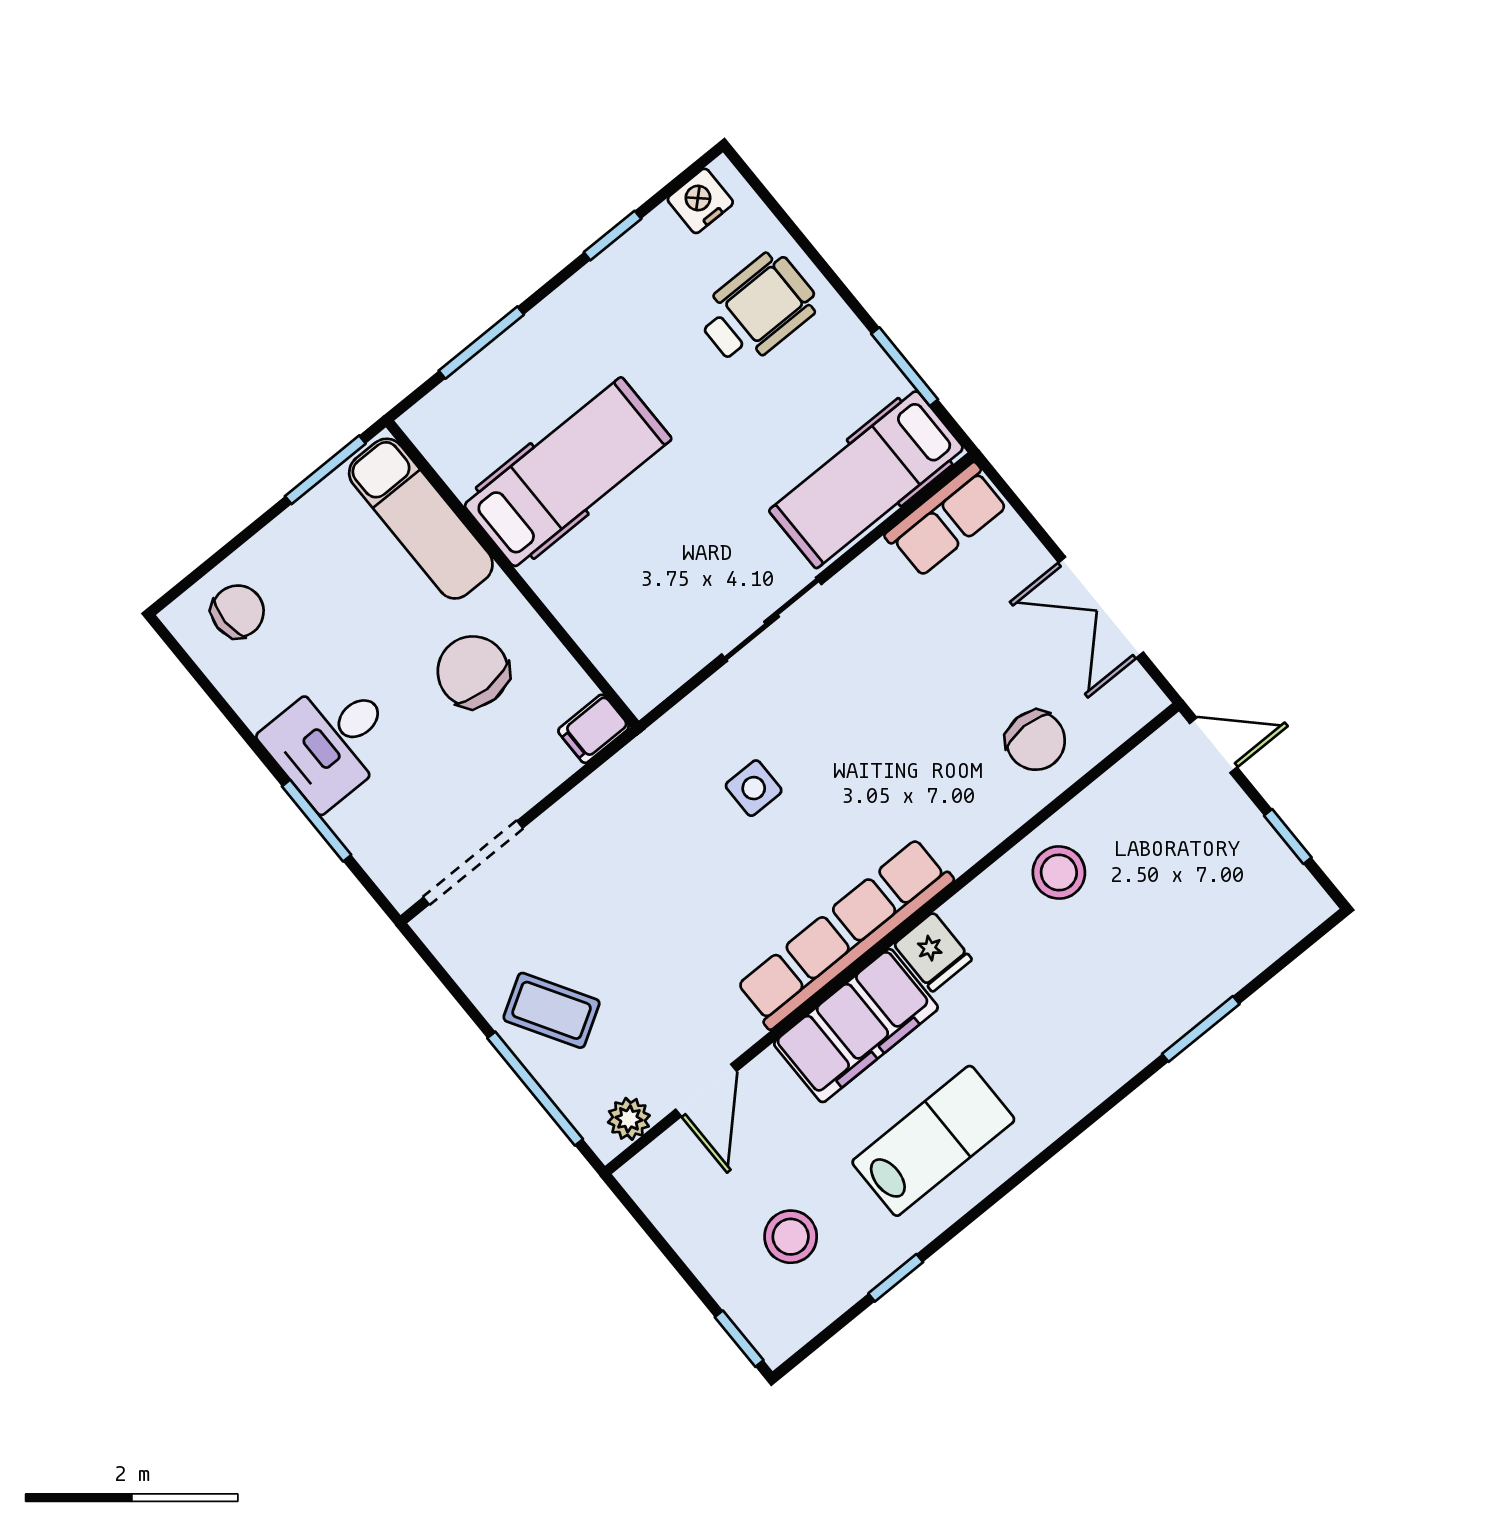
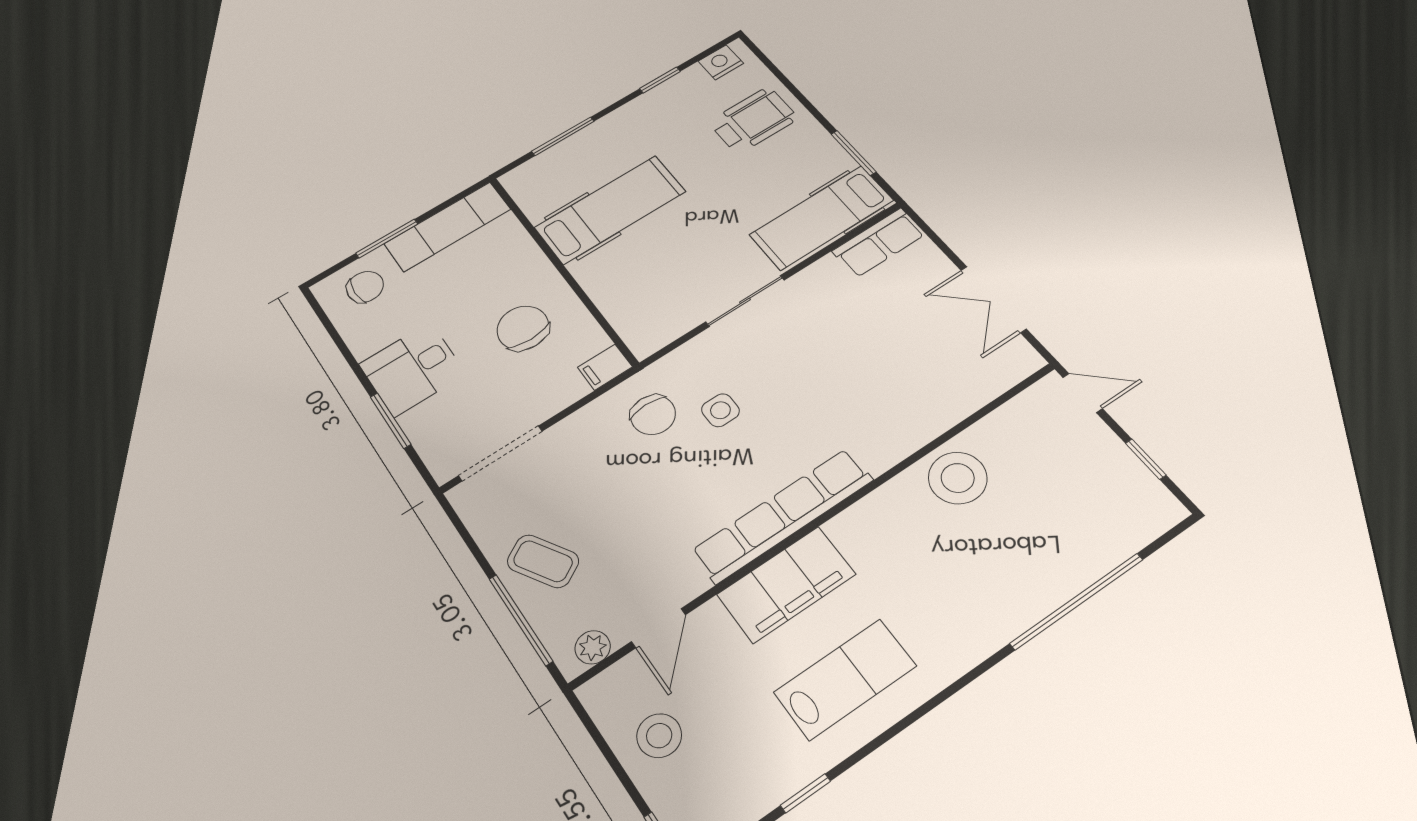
window: (325, 470) -> (387, 239), moved
exam couch: (421, 519) -> (448, 227), moved, turned -90
chair: (1036, 741) -> (653, 415), moved
stool: (1059, 872) -> (958, 478), width x1.38, depth x1.38
fridge: (933, 952) -> (853, 532), removed
window: (1201, 1029) -> (1077, 601), width x2.11
stool: (791, 1237) -> (659, 736), moved

